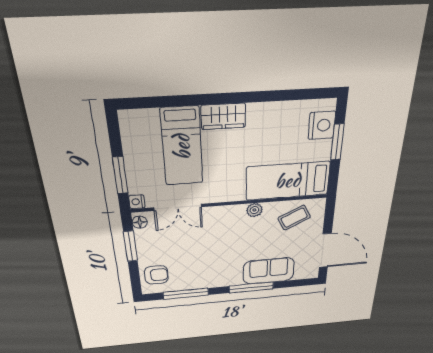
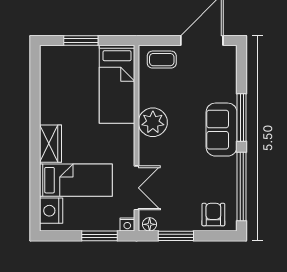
nightstand: (322, 125) -> (51, 211), moved, turned -90
plant: (254, 210) -> (153, 122), width x1.87, depth x1.87
coffee table: (294, 218) -> (162, 60), moved, turned -63
sofa: (269, 271) -> (222, 130), moved
window: (186, 294) -> (242, 187), width x1.46

